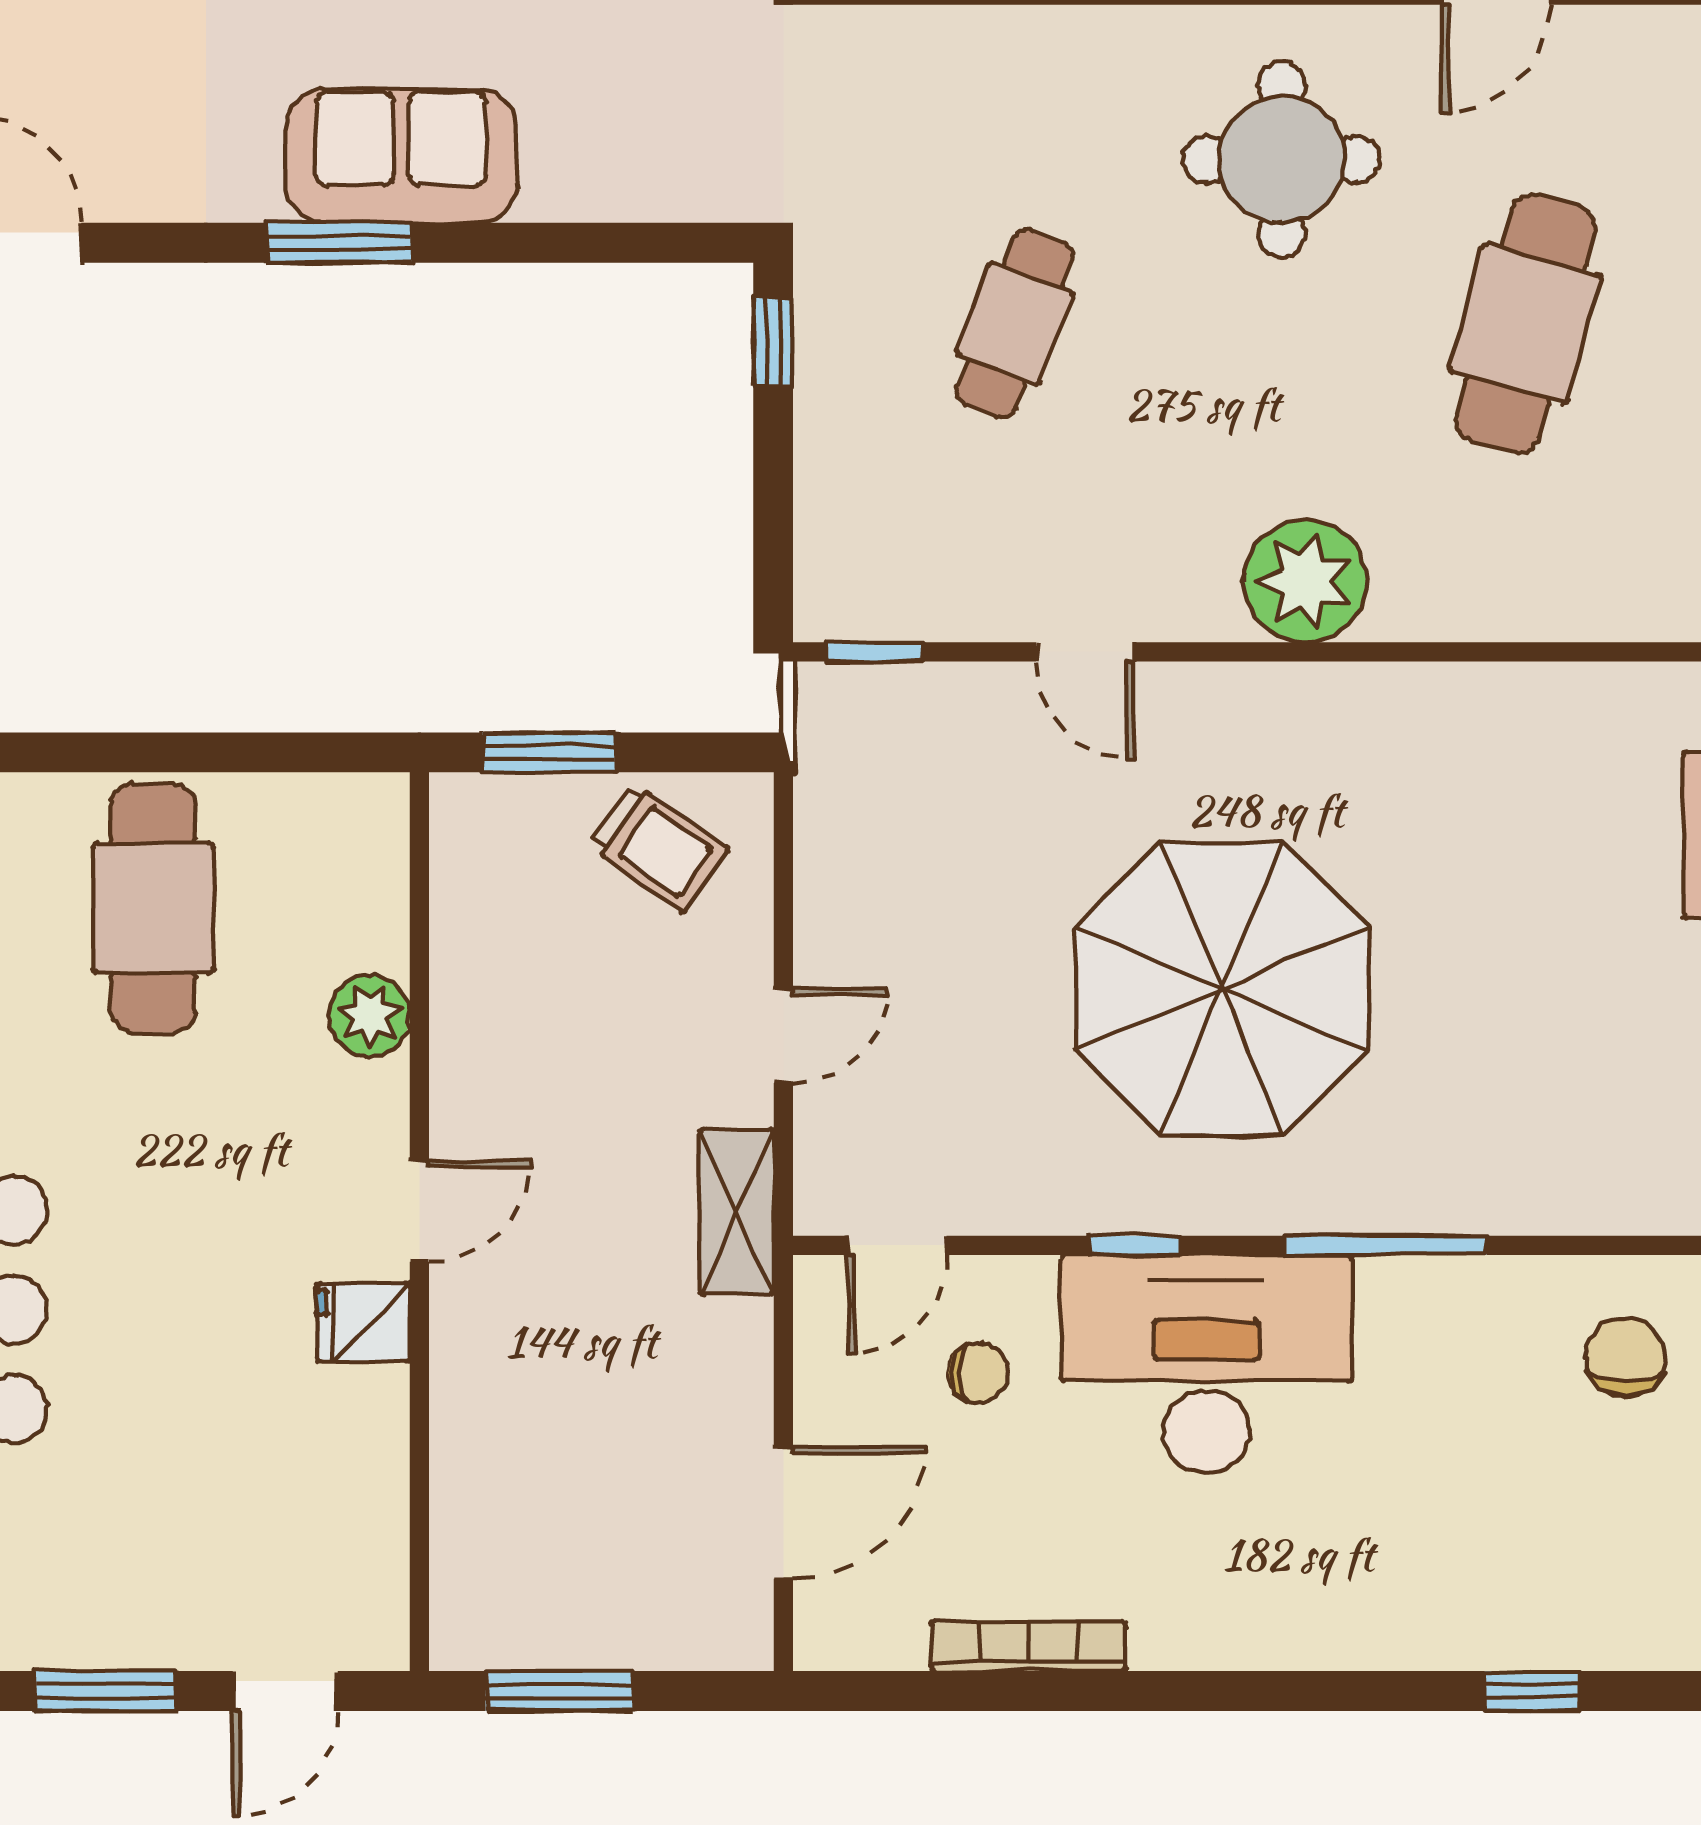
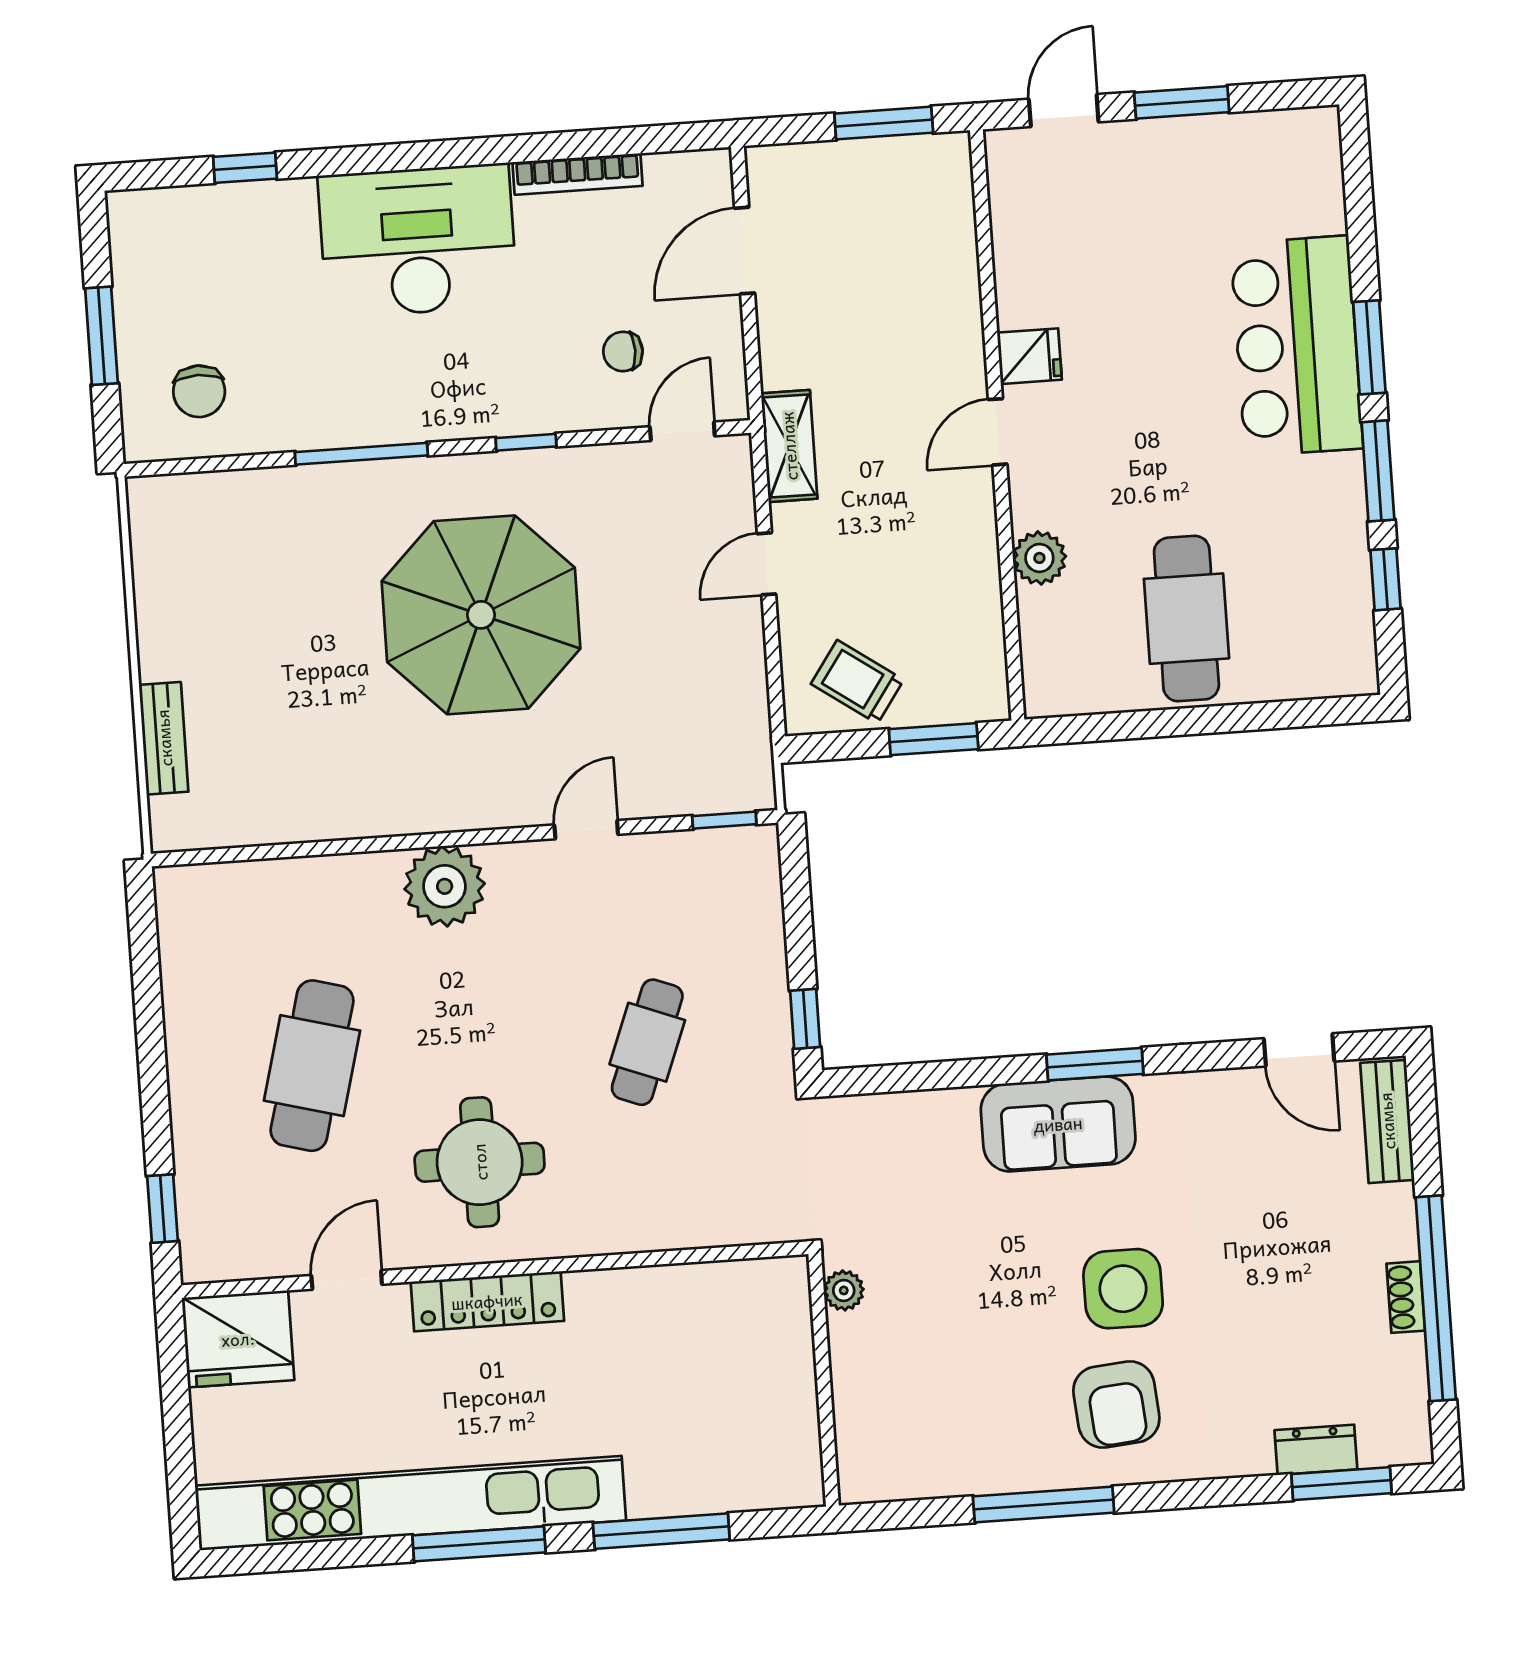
door: (1085, 652) -> (586, 830), hinge flipped
desk: (1207, 1364) -> (418, 241), moved, turned 180

